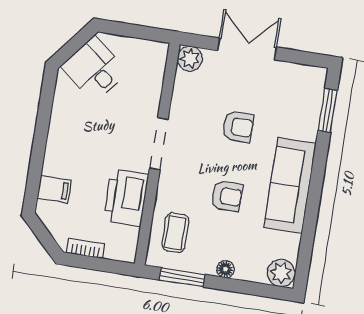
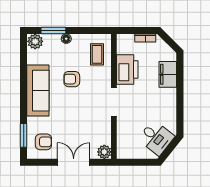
double door: (247, 49) -> (74, 162), swing flipped
armchair: (238, 127) -> (43, 142), moved, turned 180
filing cabinet: (54, 189) -> (168, 74), width x2.00
window: (182, 277) -> (53, 30), moved

